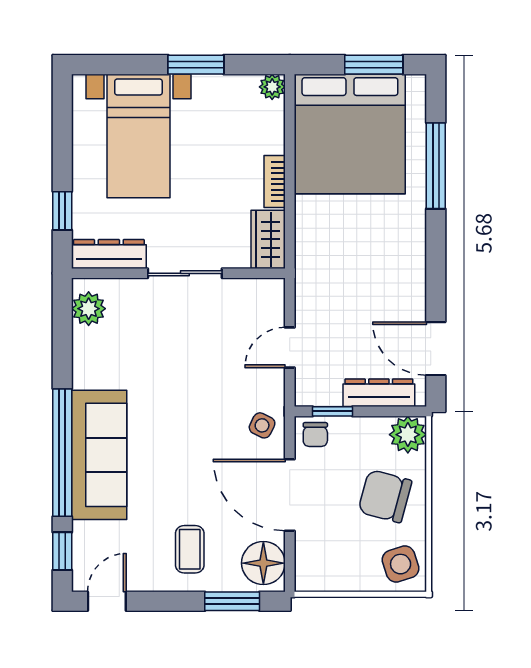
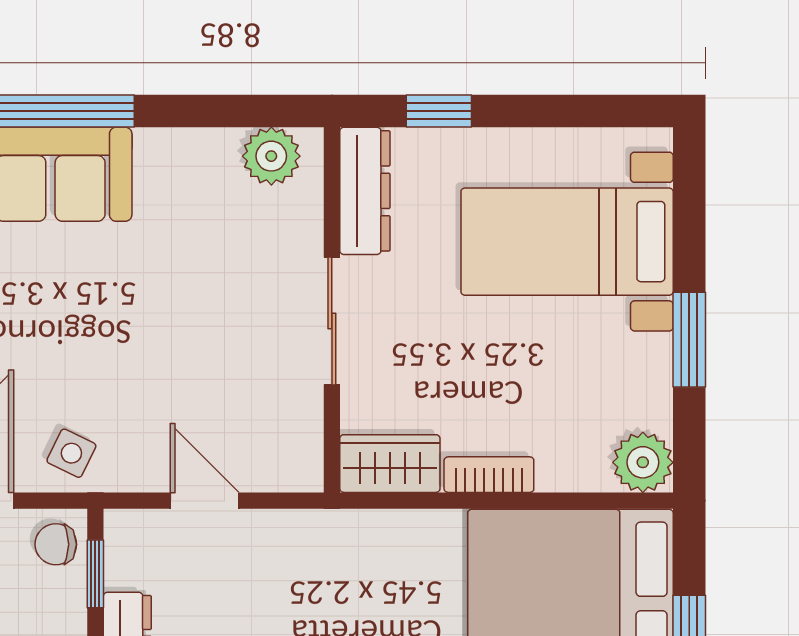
plant: (272, 87) -> (643, 462), width x1.38, depth x1.38

